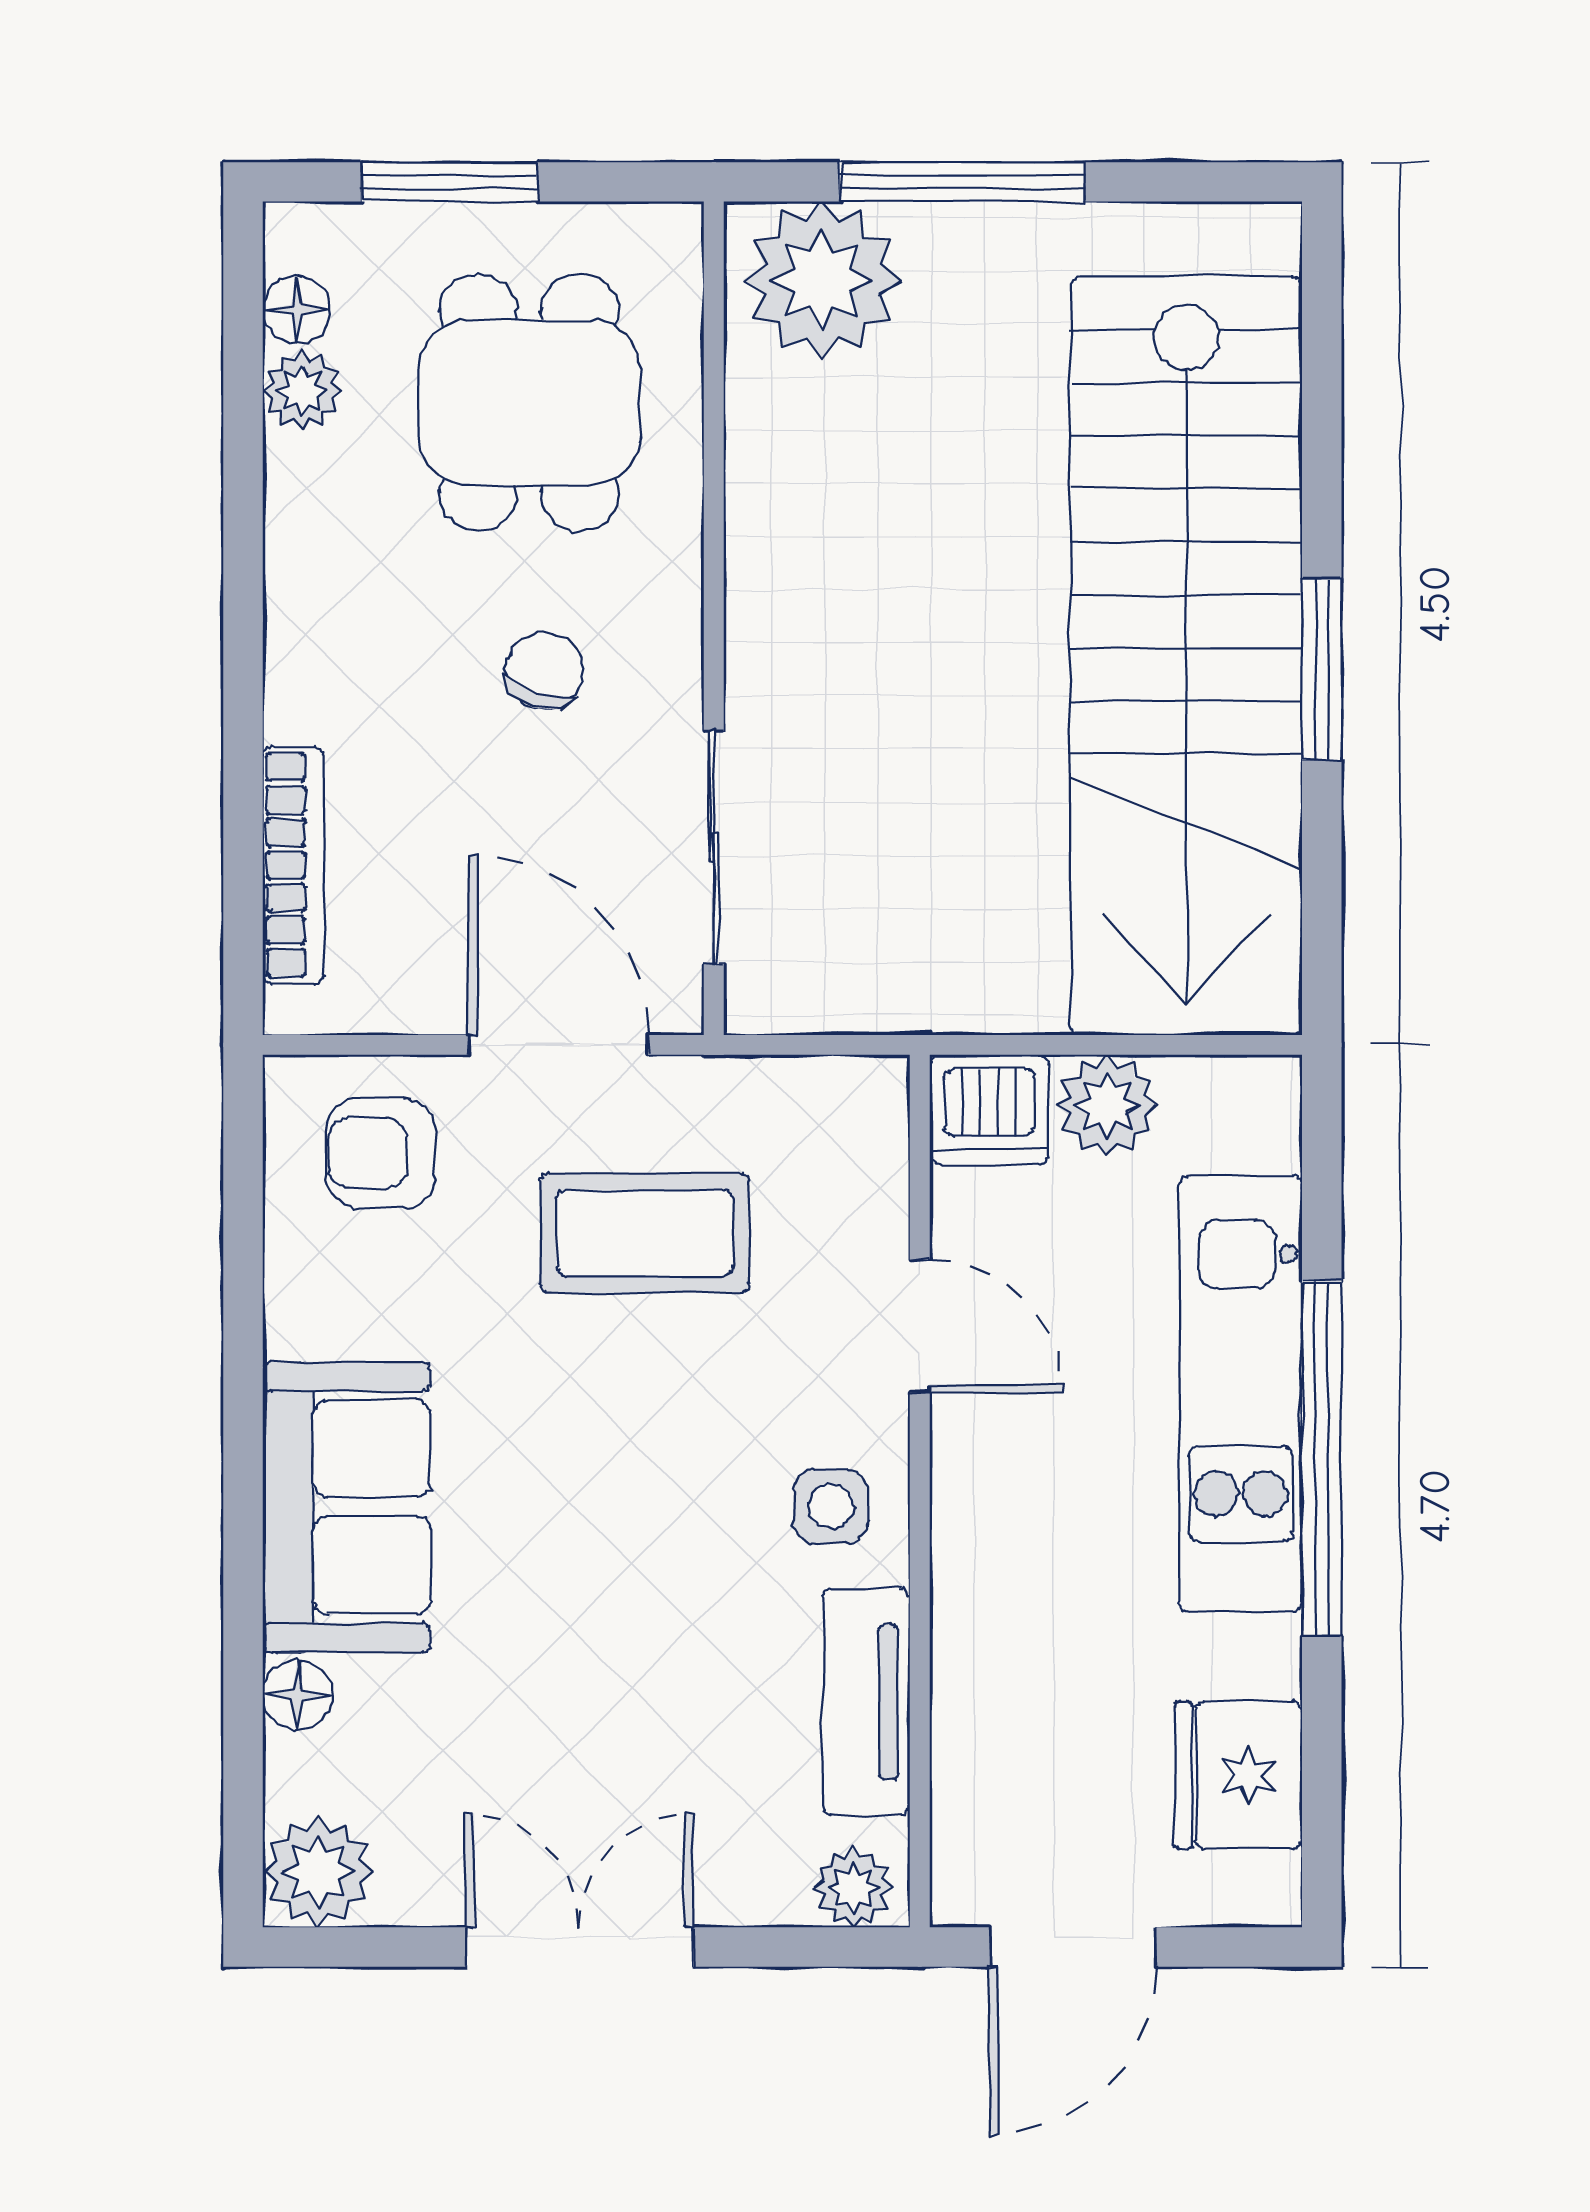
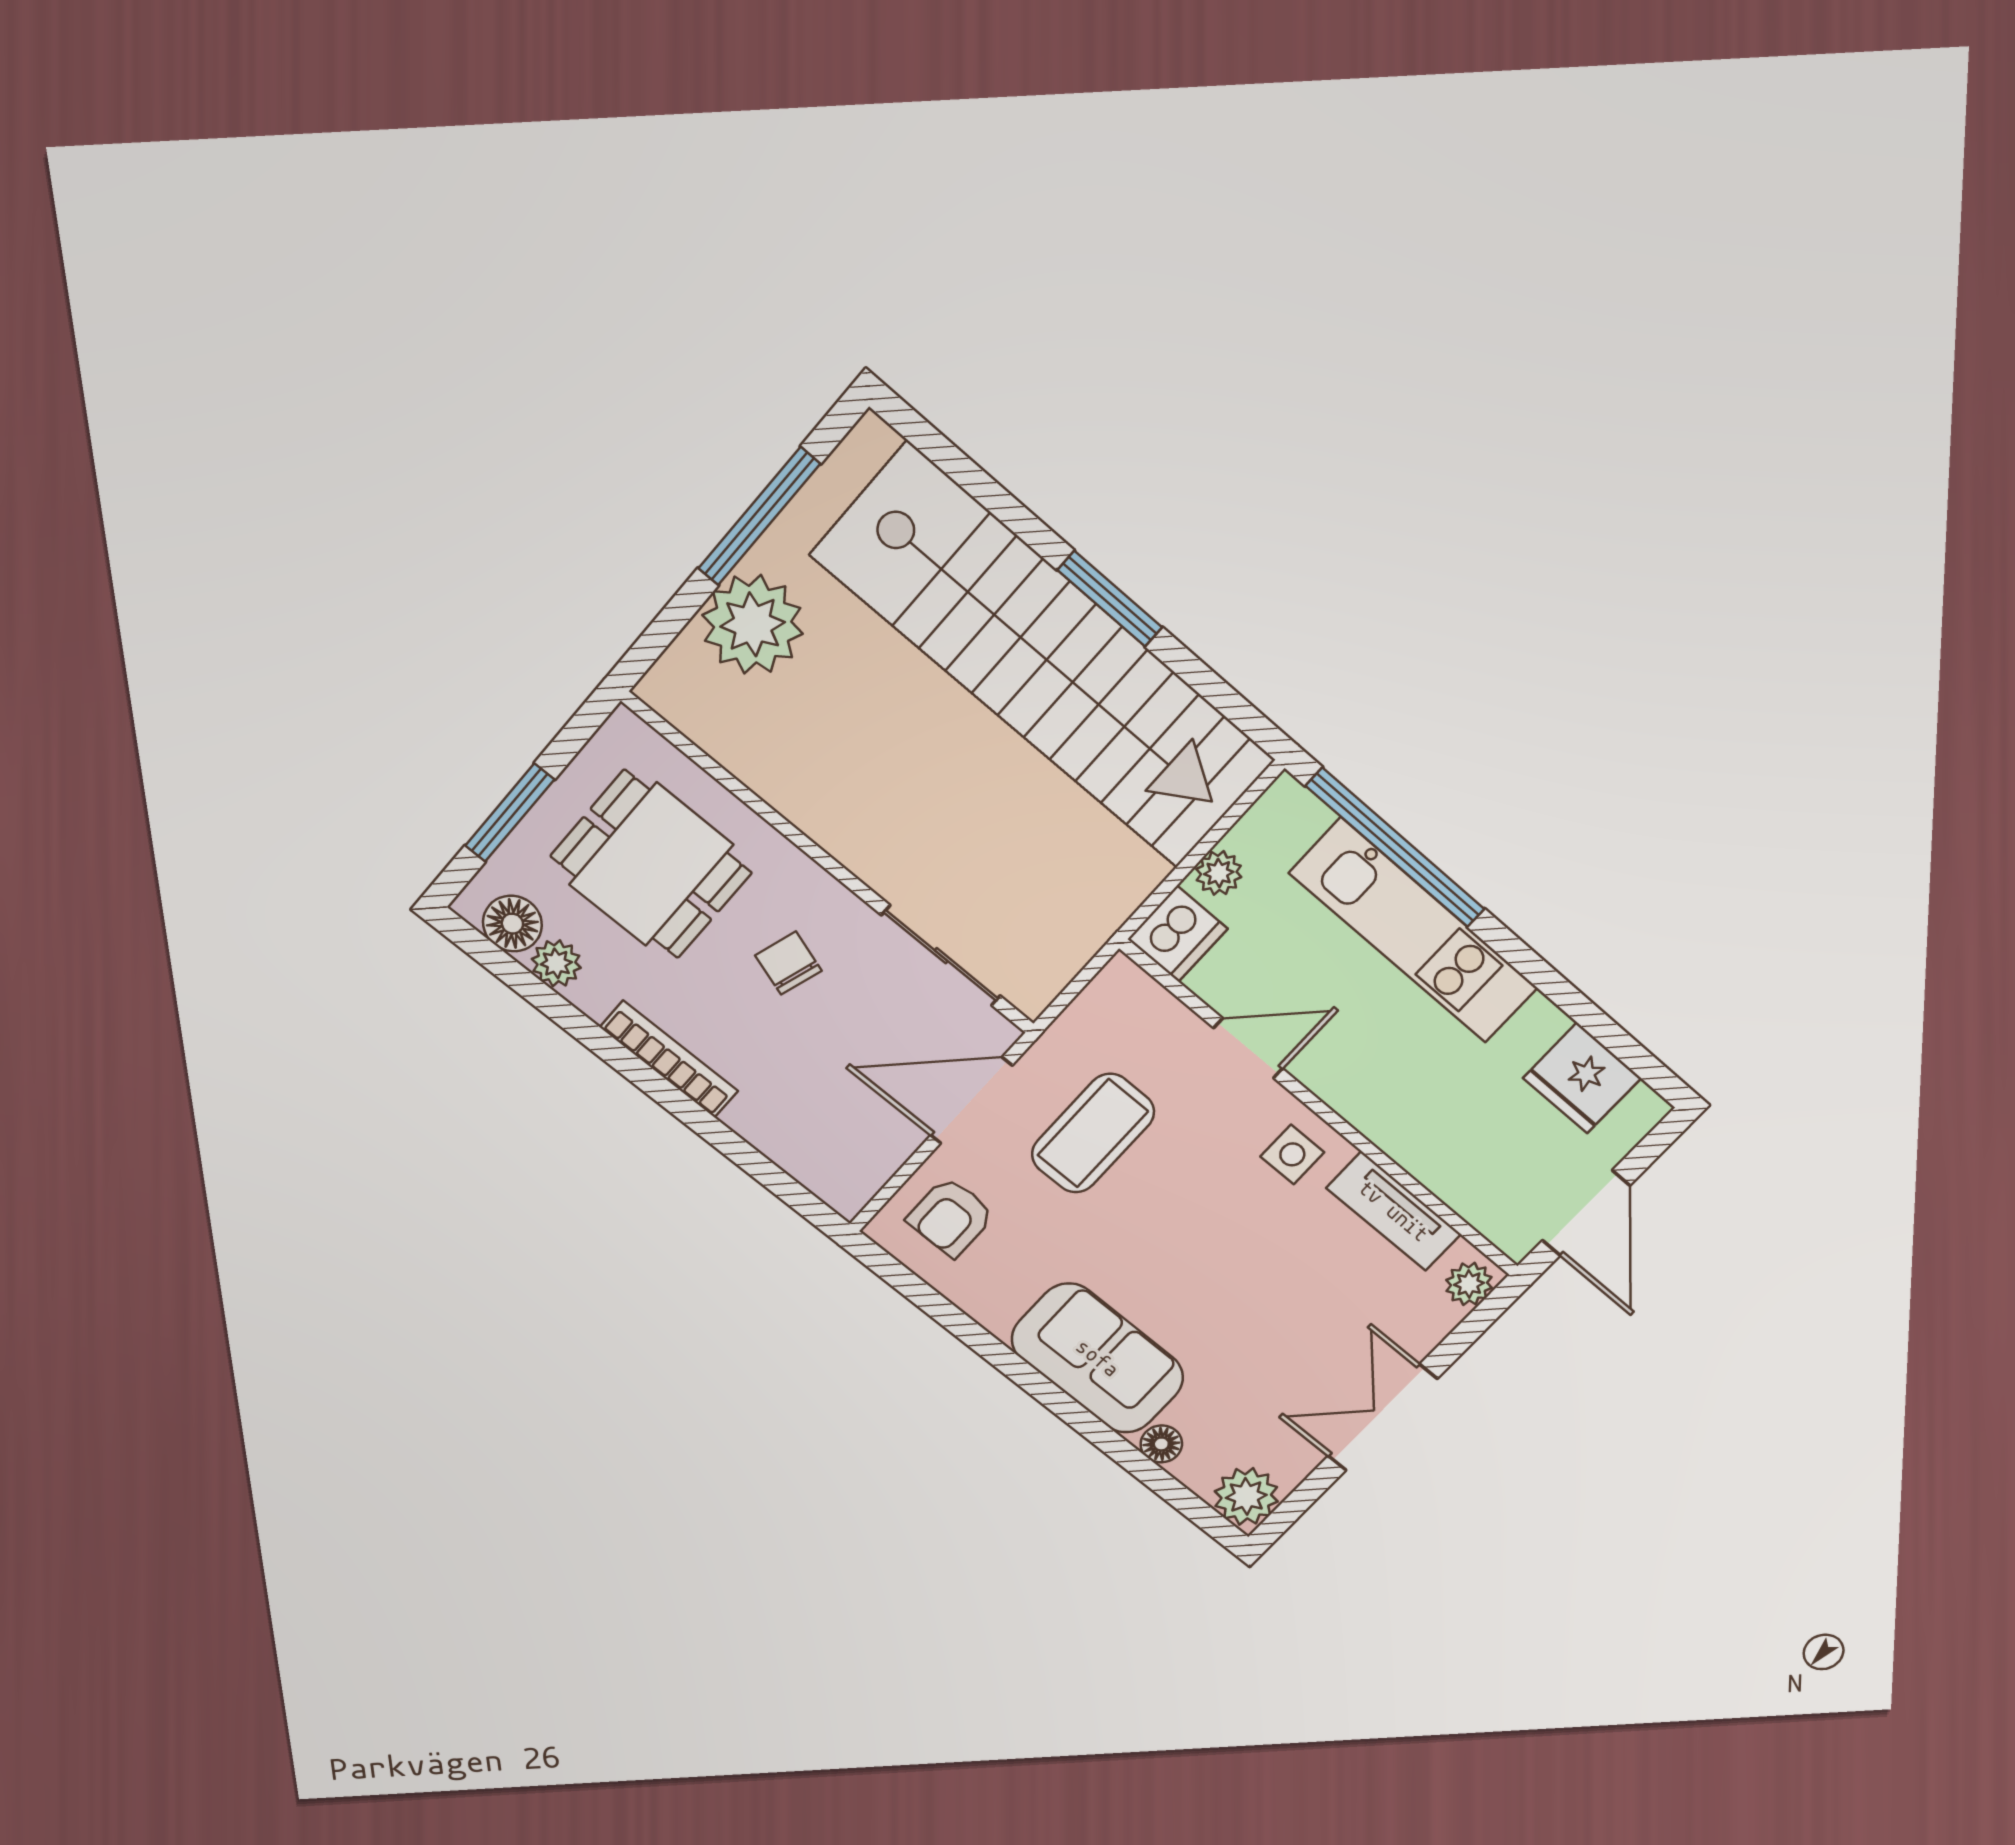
window: (962, 182) -> (759, 516), moved
plant: (822, 280) -> (753, 624), moved
floor lamp: (296, 310) -> (512, 924), width x1.37, depth x1.37
bookcase: (293, 865) -> (669, 1059), moved
plant: (1107, 1106) -> (1219, 873), width x0.73, depth x0.73
window: (1322, 1459) -> (1396, 848), moved

